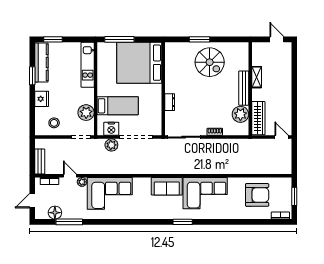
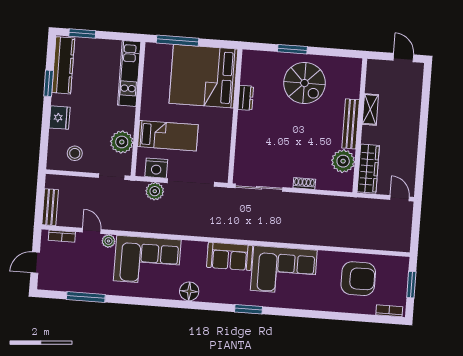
dresser: (170, 102) -> (246, 98), moved
floor lamp: (55, 213) -> (189, 291), moved

